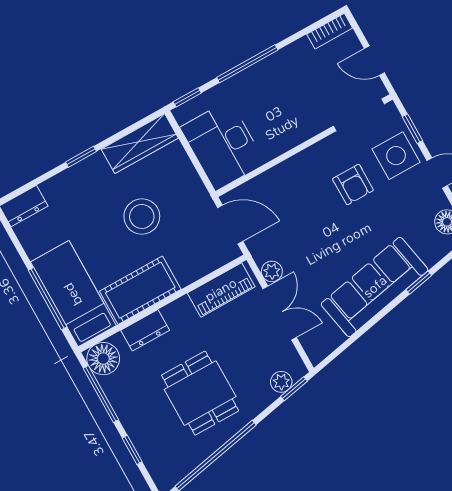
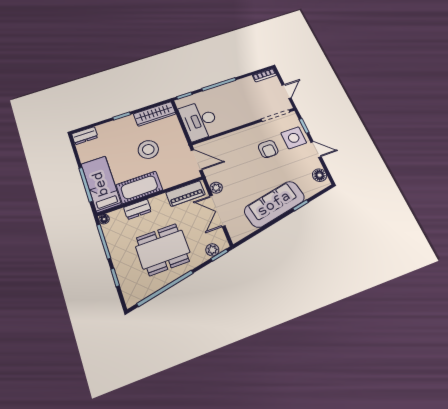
door: (374, 61) -> (287, 91), swing flipped
double door: (280, 313) -> (217, 211), swing flipped
floor lamp: (103, 359) -> (104, 219), width x0.53, depth x0.53
dining table: (200, 393) -> (163, 249), width x1.38

